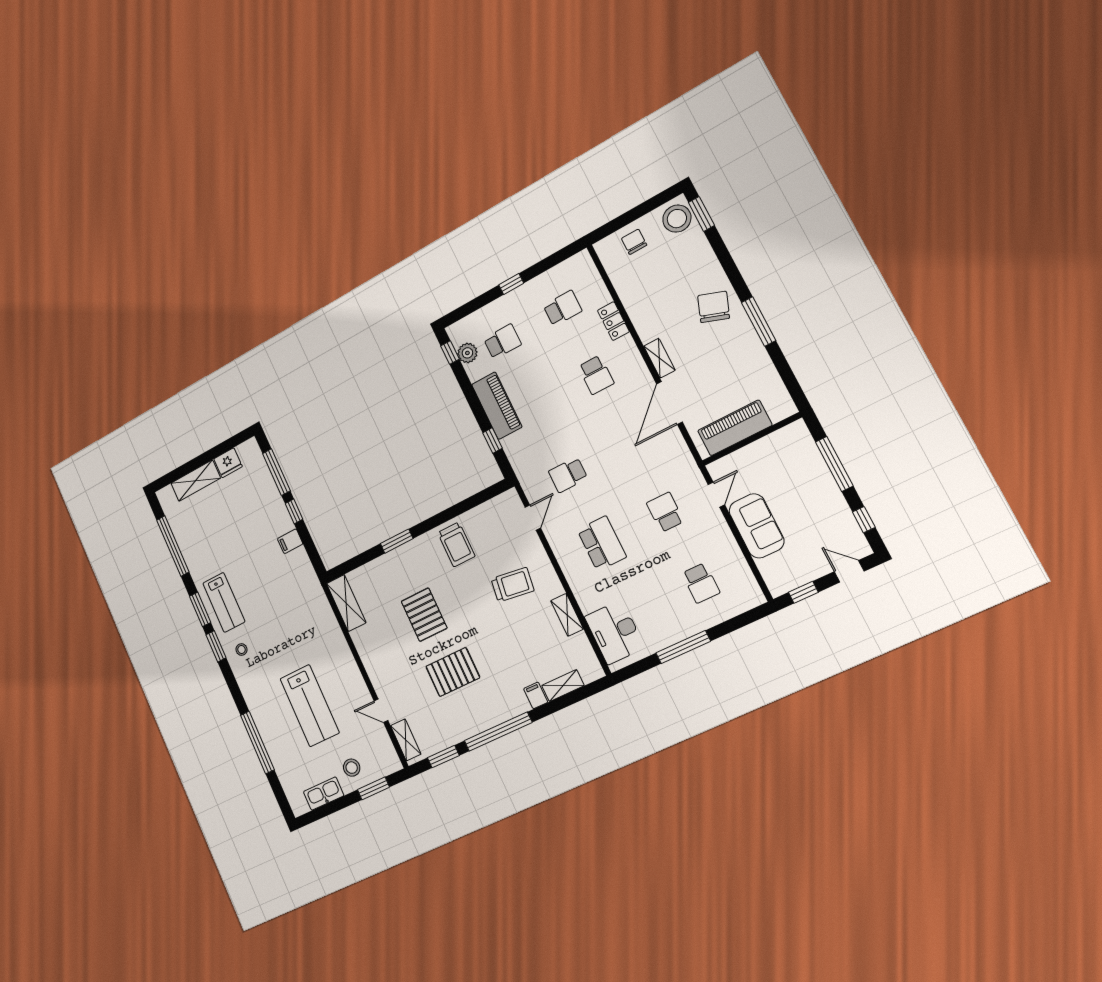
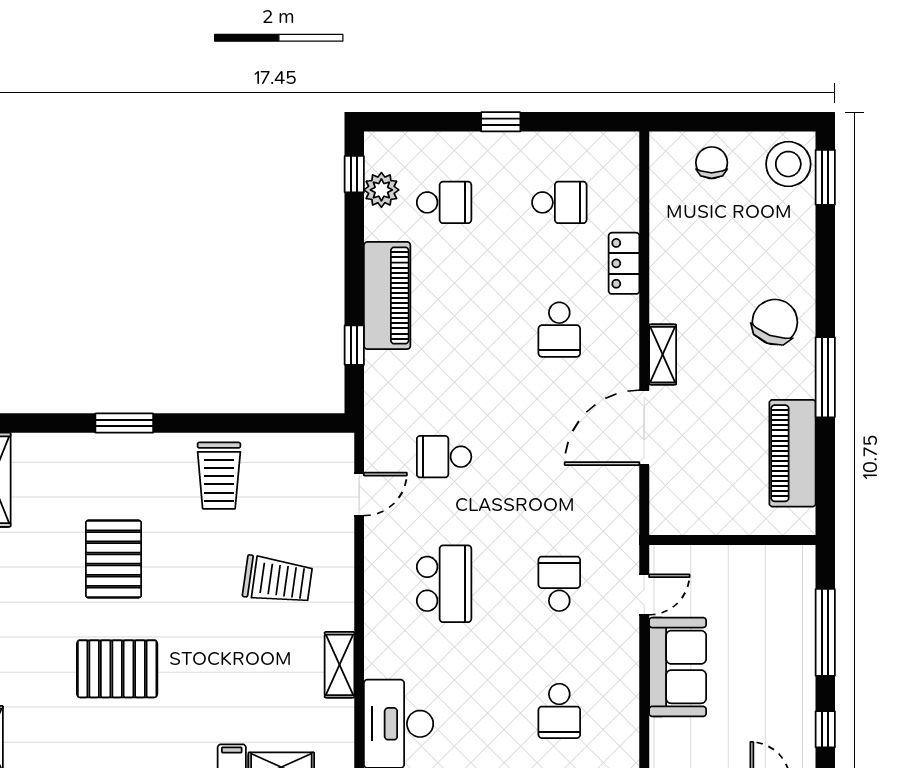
piano: (735, 428) -> (792, 453), moved, turned -90

